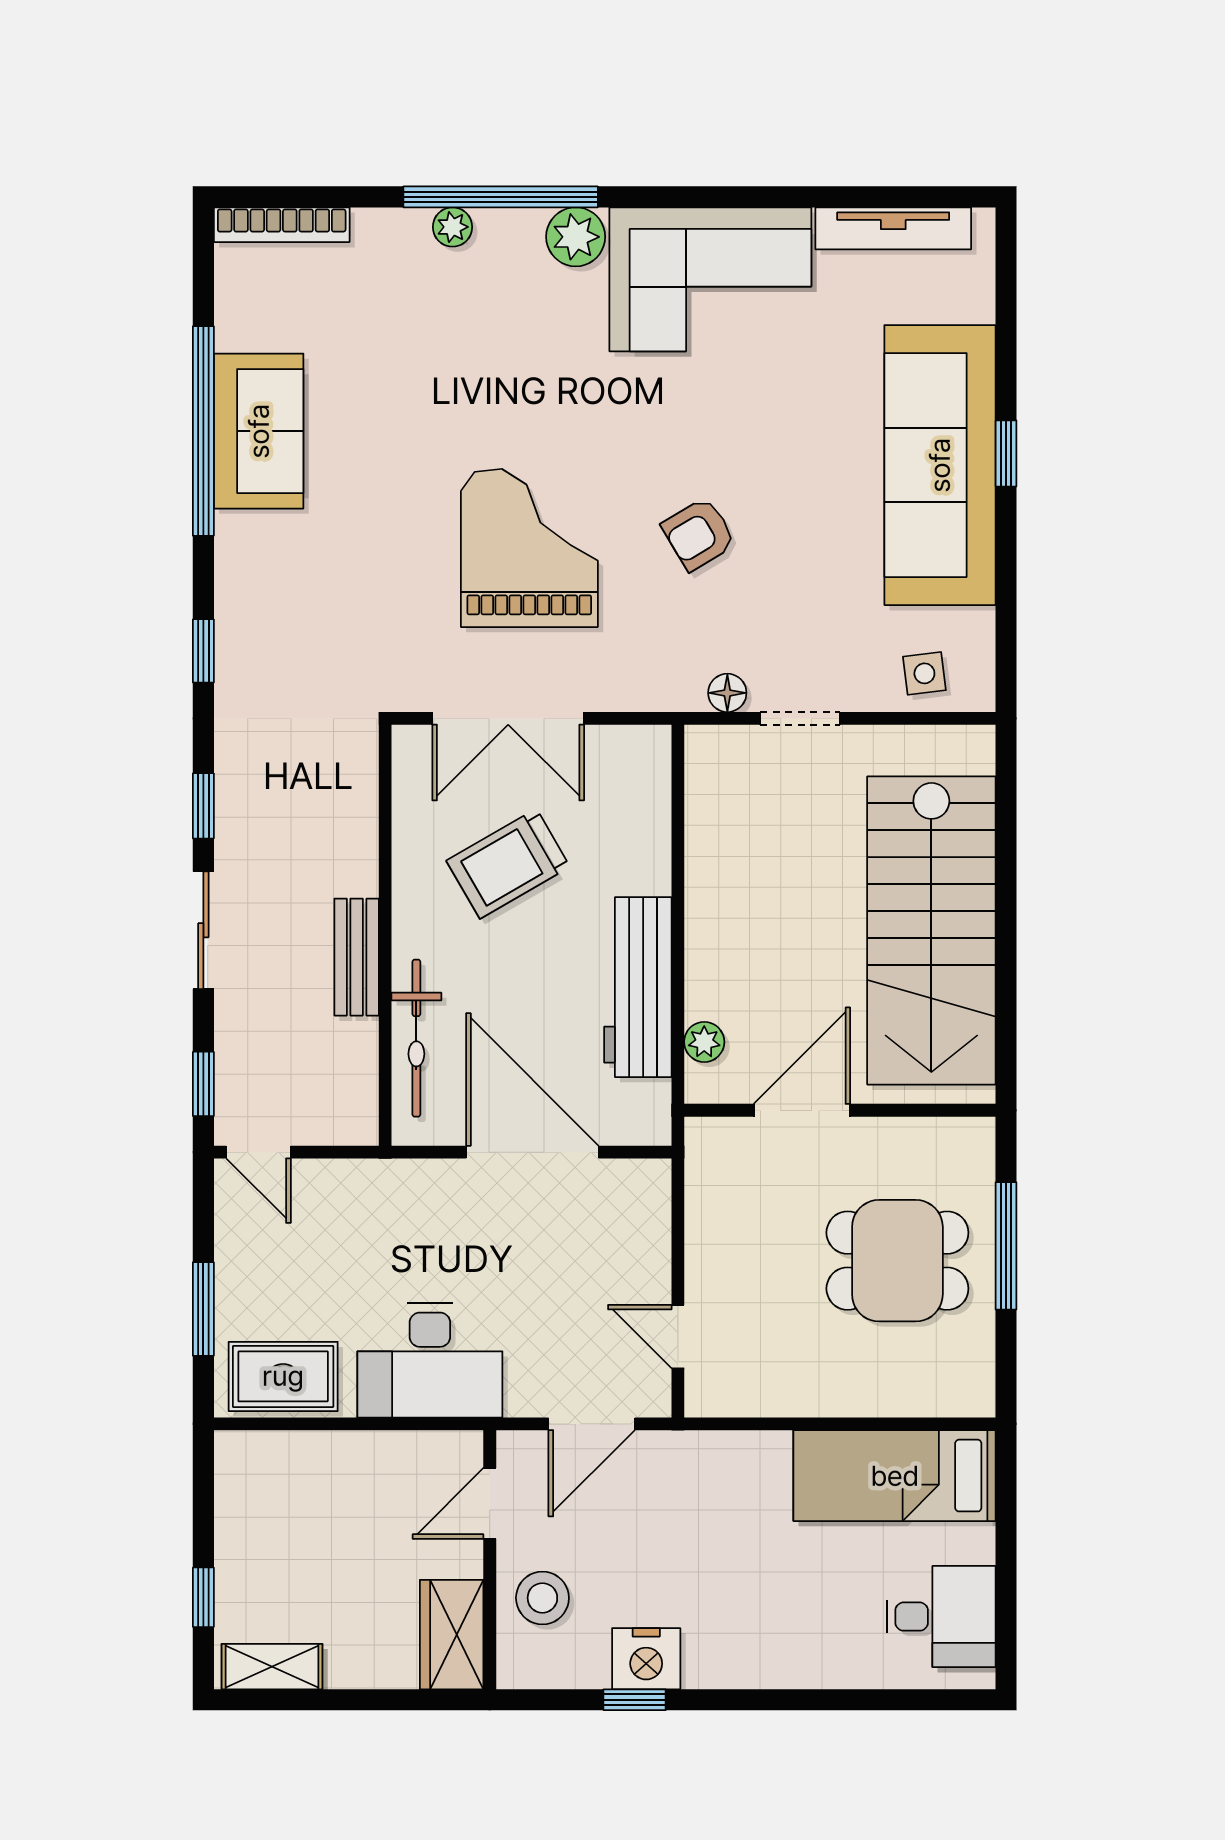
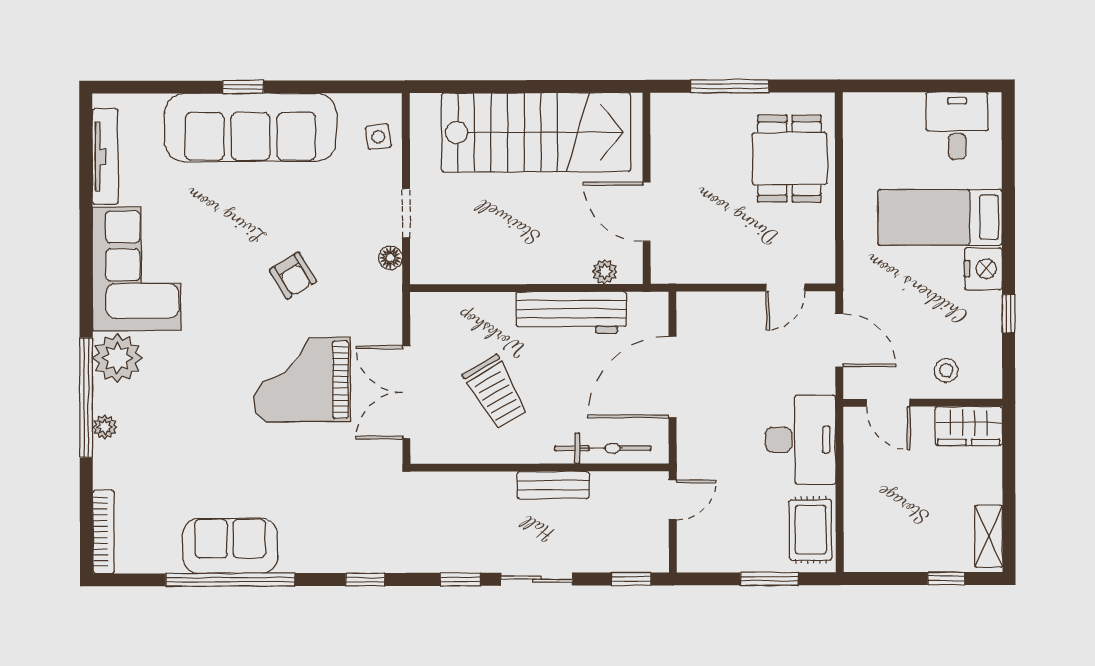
plant: (576, 237) -> (117, 358), width x1.36, depth x1.36
double door: (508, 718) -> (406, 392), swing flipped
door: (258, 1152) -> (673, 500), moved
dining table: (897, 1261) -> (790, 159), moved
bed: (895, 1476) -> (940, 217), moved, turned 90
stool: (542, 1598) -> (946, 370), width x0.73, depth x0.73
nightstand: (646, 1659) -> (983, 269), moved

